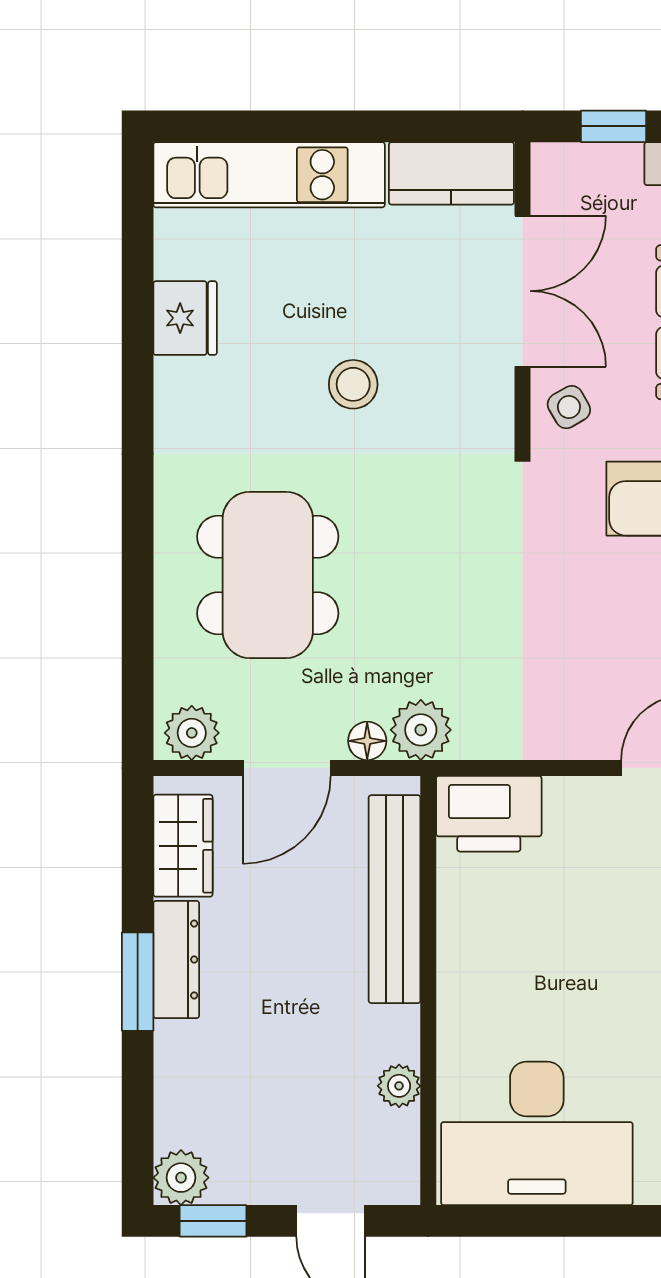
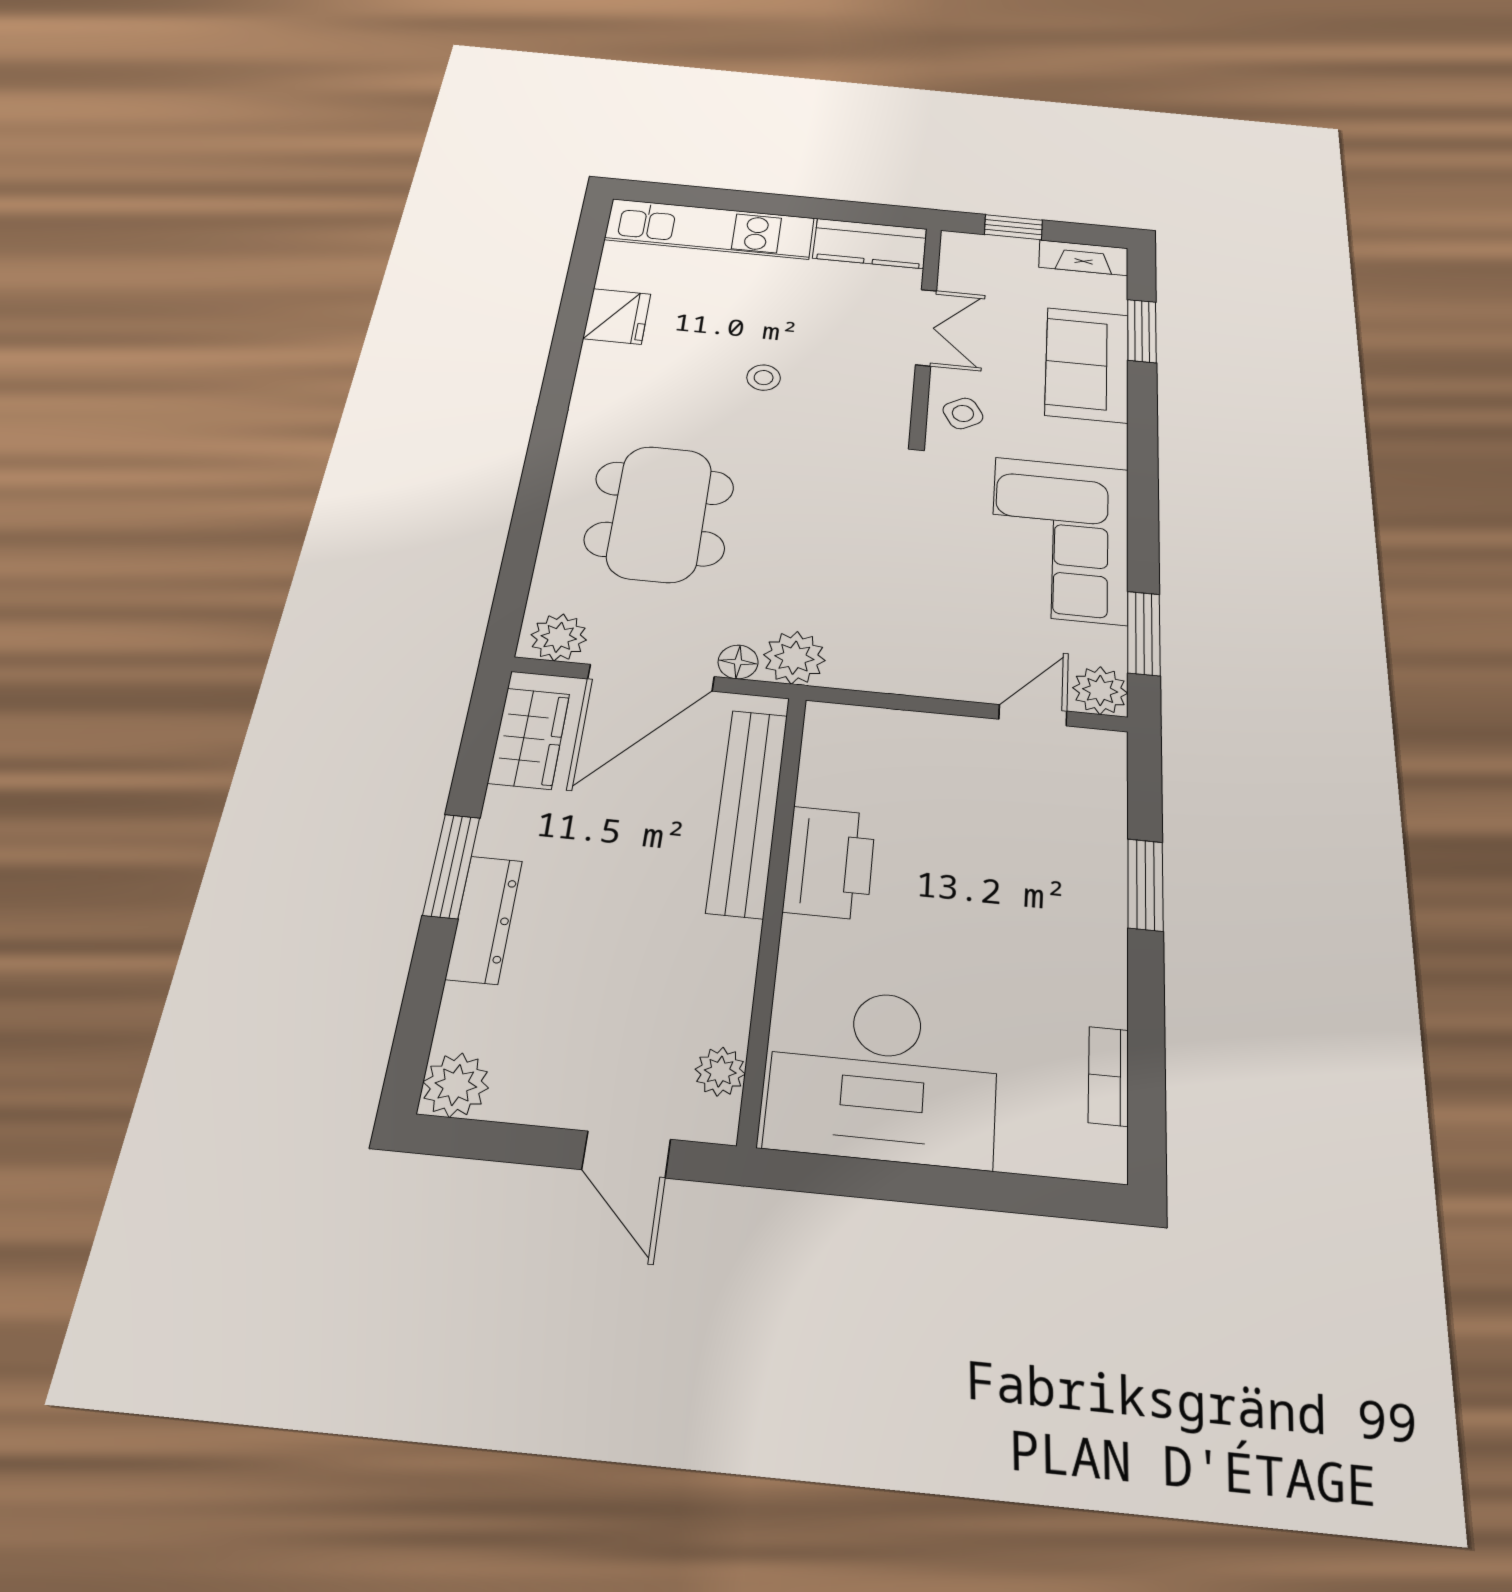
double door: (523, 291) -> (926, 327), width x0.73
stool: (353, 384) -> (764, 378), width x0.73, depth x0.73
door: (287, 768) -> (651, 678), width x1.36
printer: (489, 814) -> (830, 863), moved, turned -90
dresser: (176, 959) -> (484, 919), moved
plant: (399, 1086) -> (720, 1072), moved
window: (213, 1221) -> (484, 1140), removed

